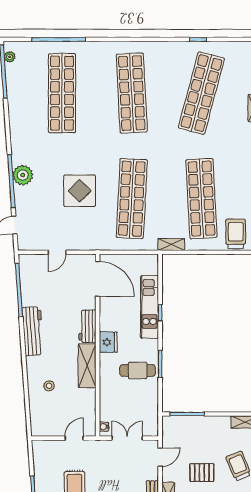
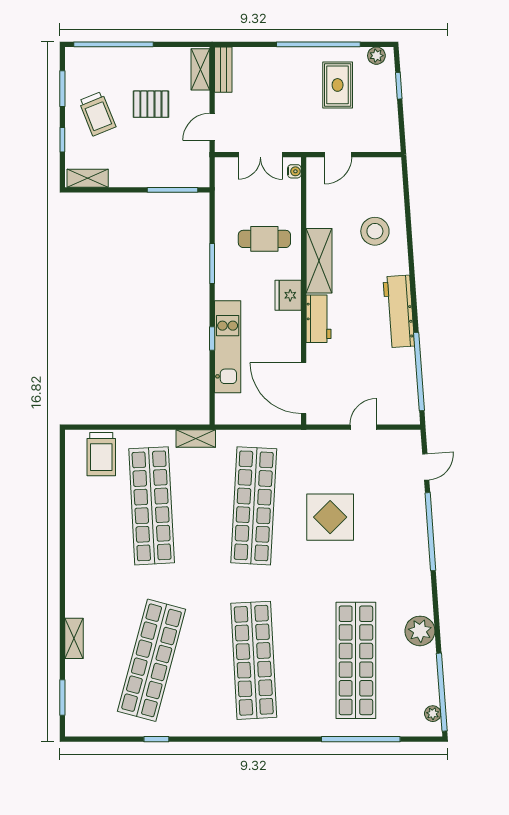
plant: (23, 175) -> (420, 631), moved
cafe table: (138, 370) -> (264, 239), moved
stool: (49, 386) -> (375, 231), width x1.89, depth x1.89

